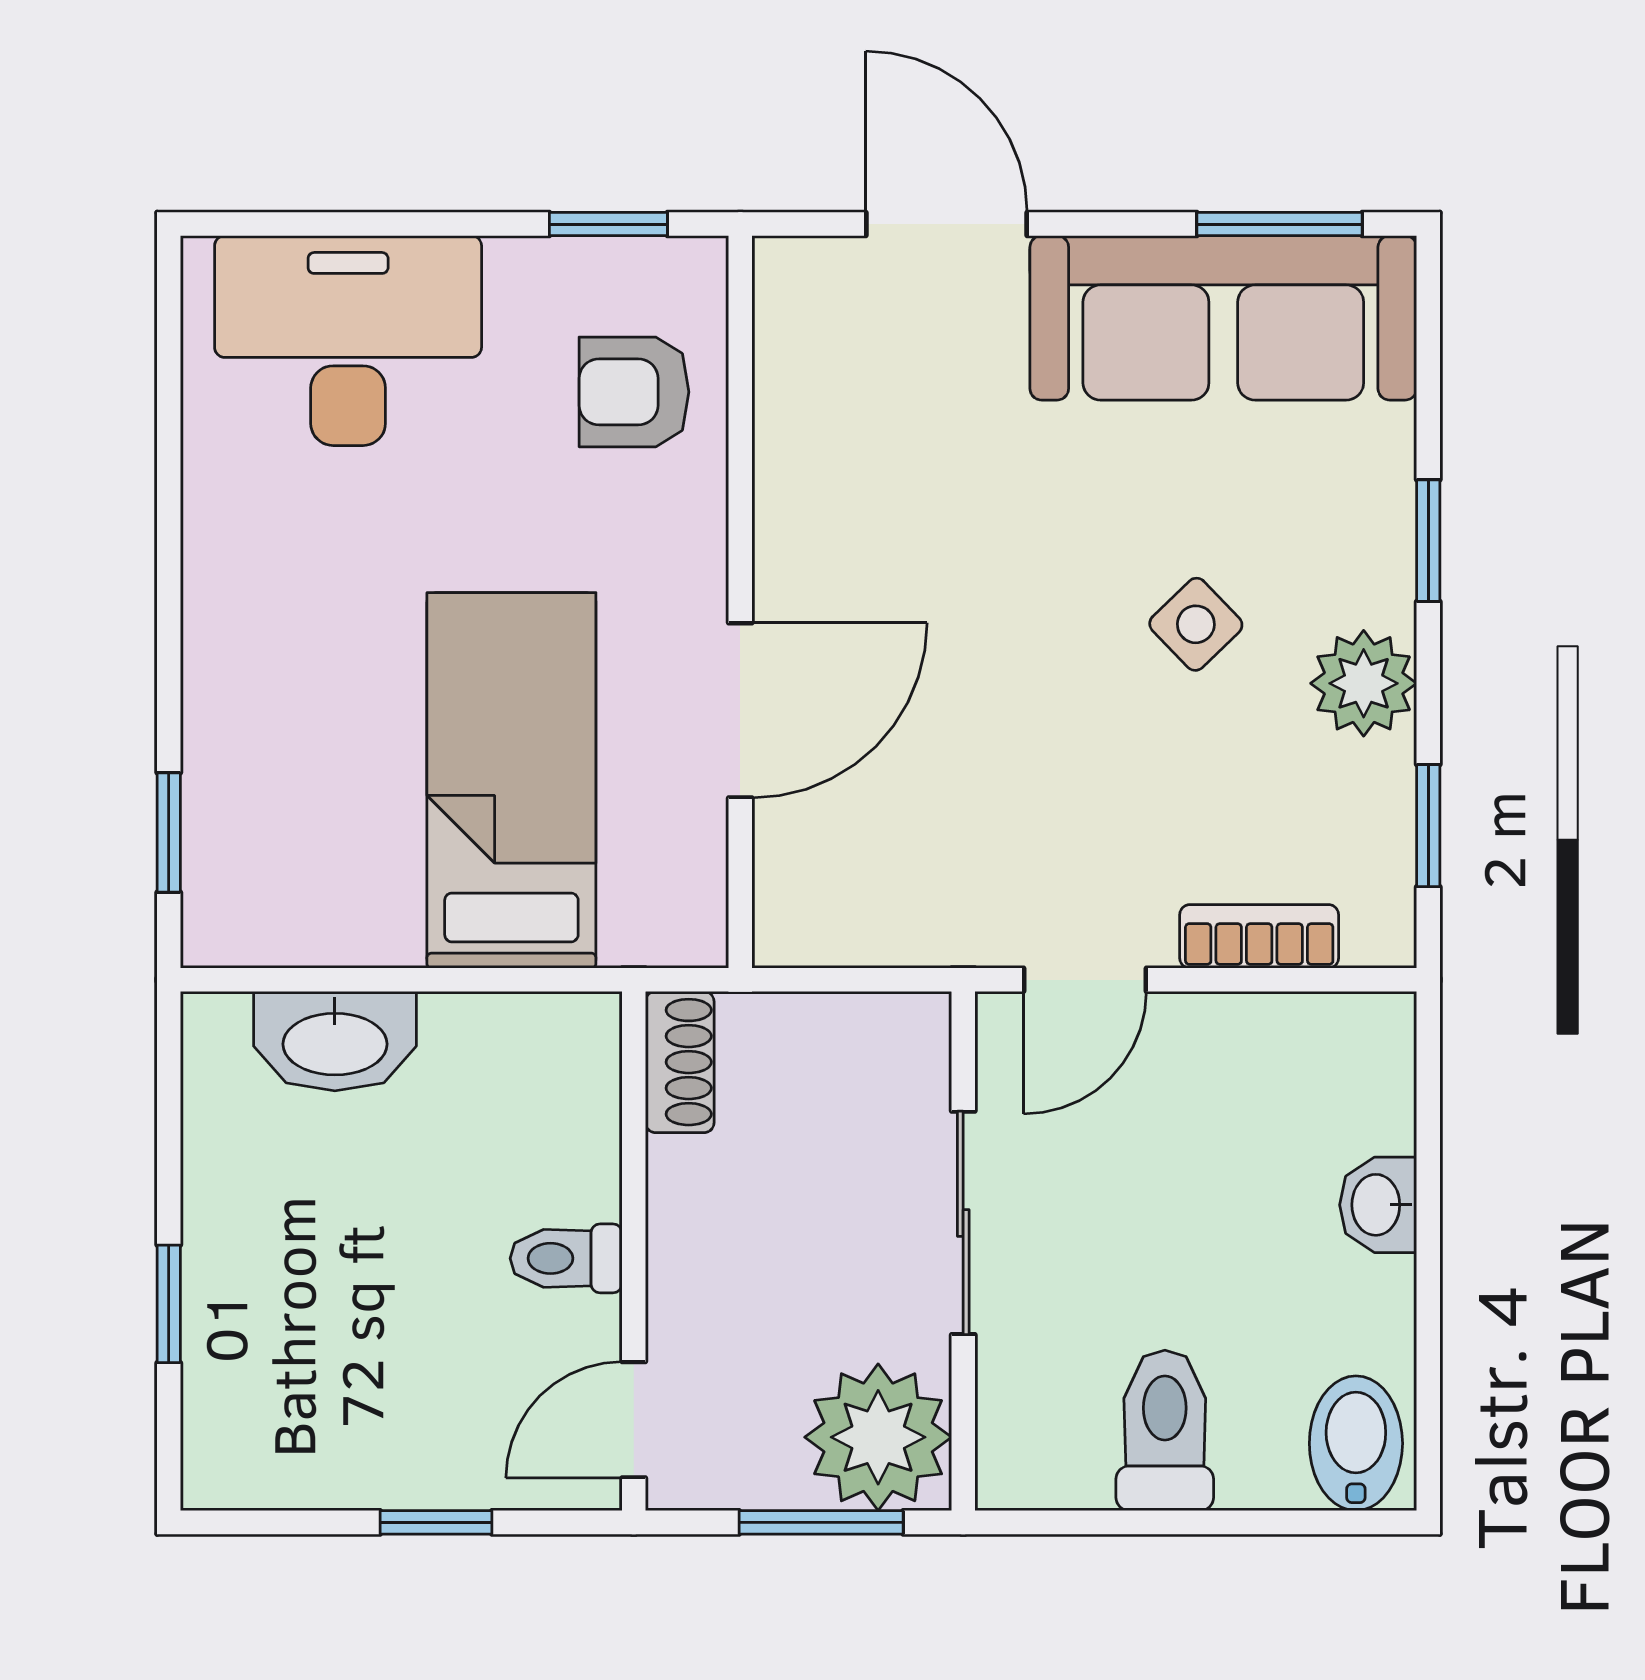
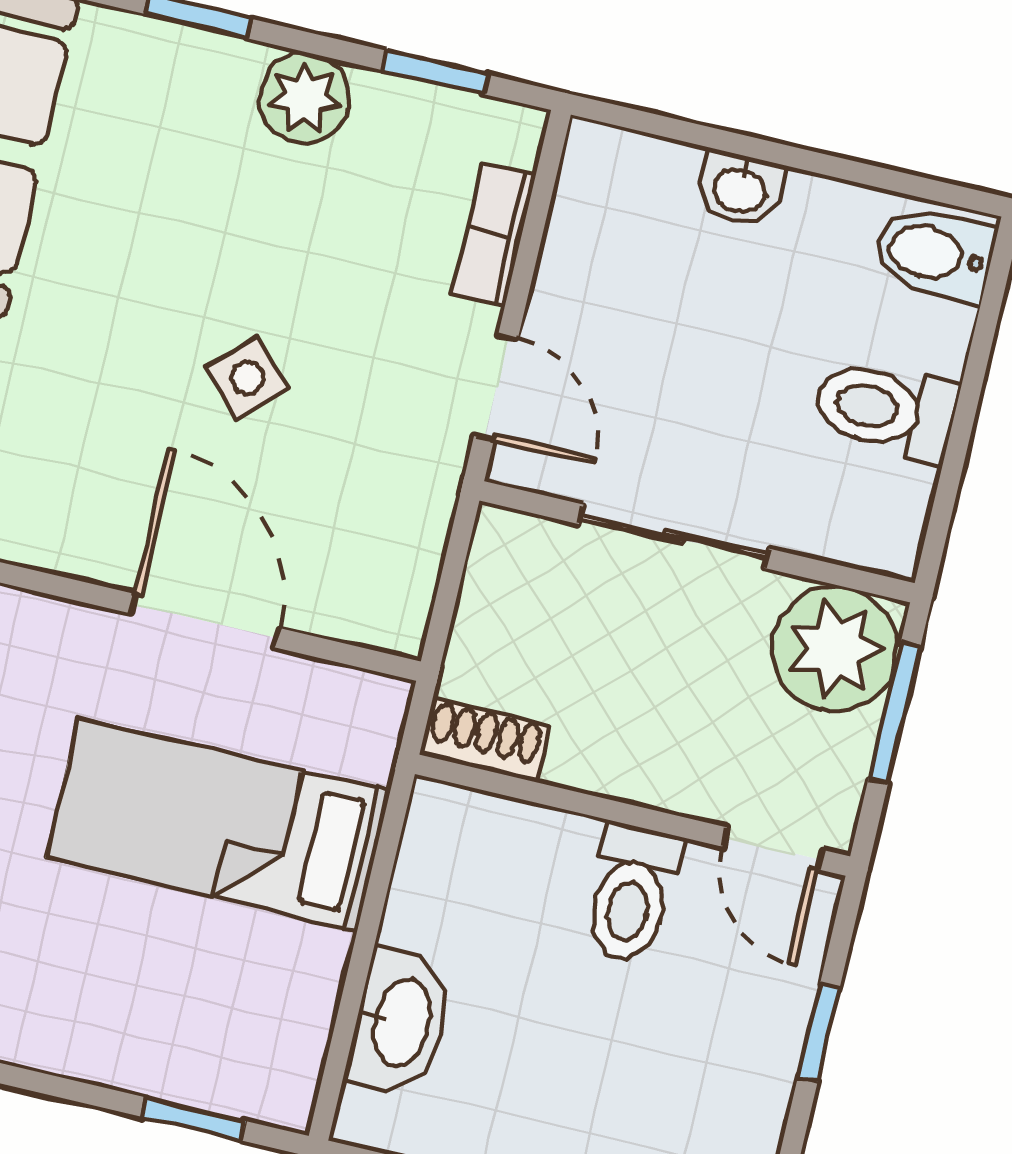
side table: (1196, 624) -> (247, 378), moved
toilet: (566, 1258) -> (632, 893), width x1.37, depth x1.39

